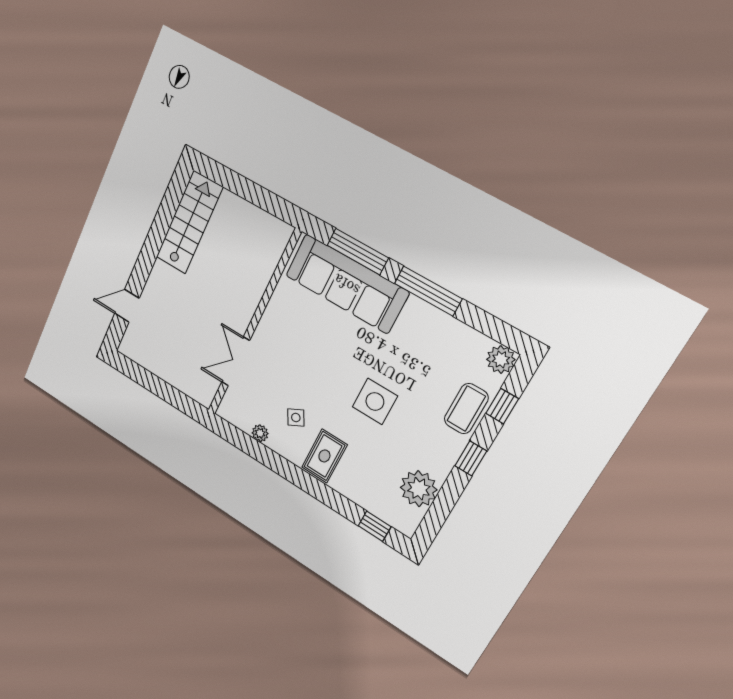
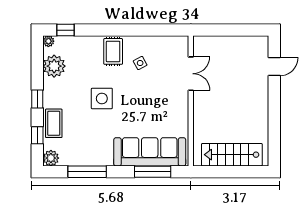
stairs: (189, 222) -> (232, 155), moved, turned 90
window: (428, 291) -> (87, 172), moved
plant: (260, 433) -> (48, 41), moved

